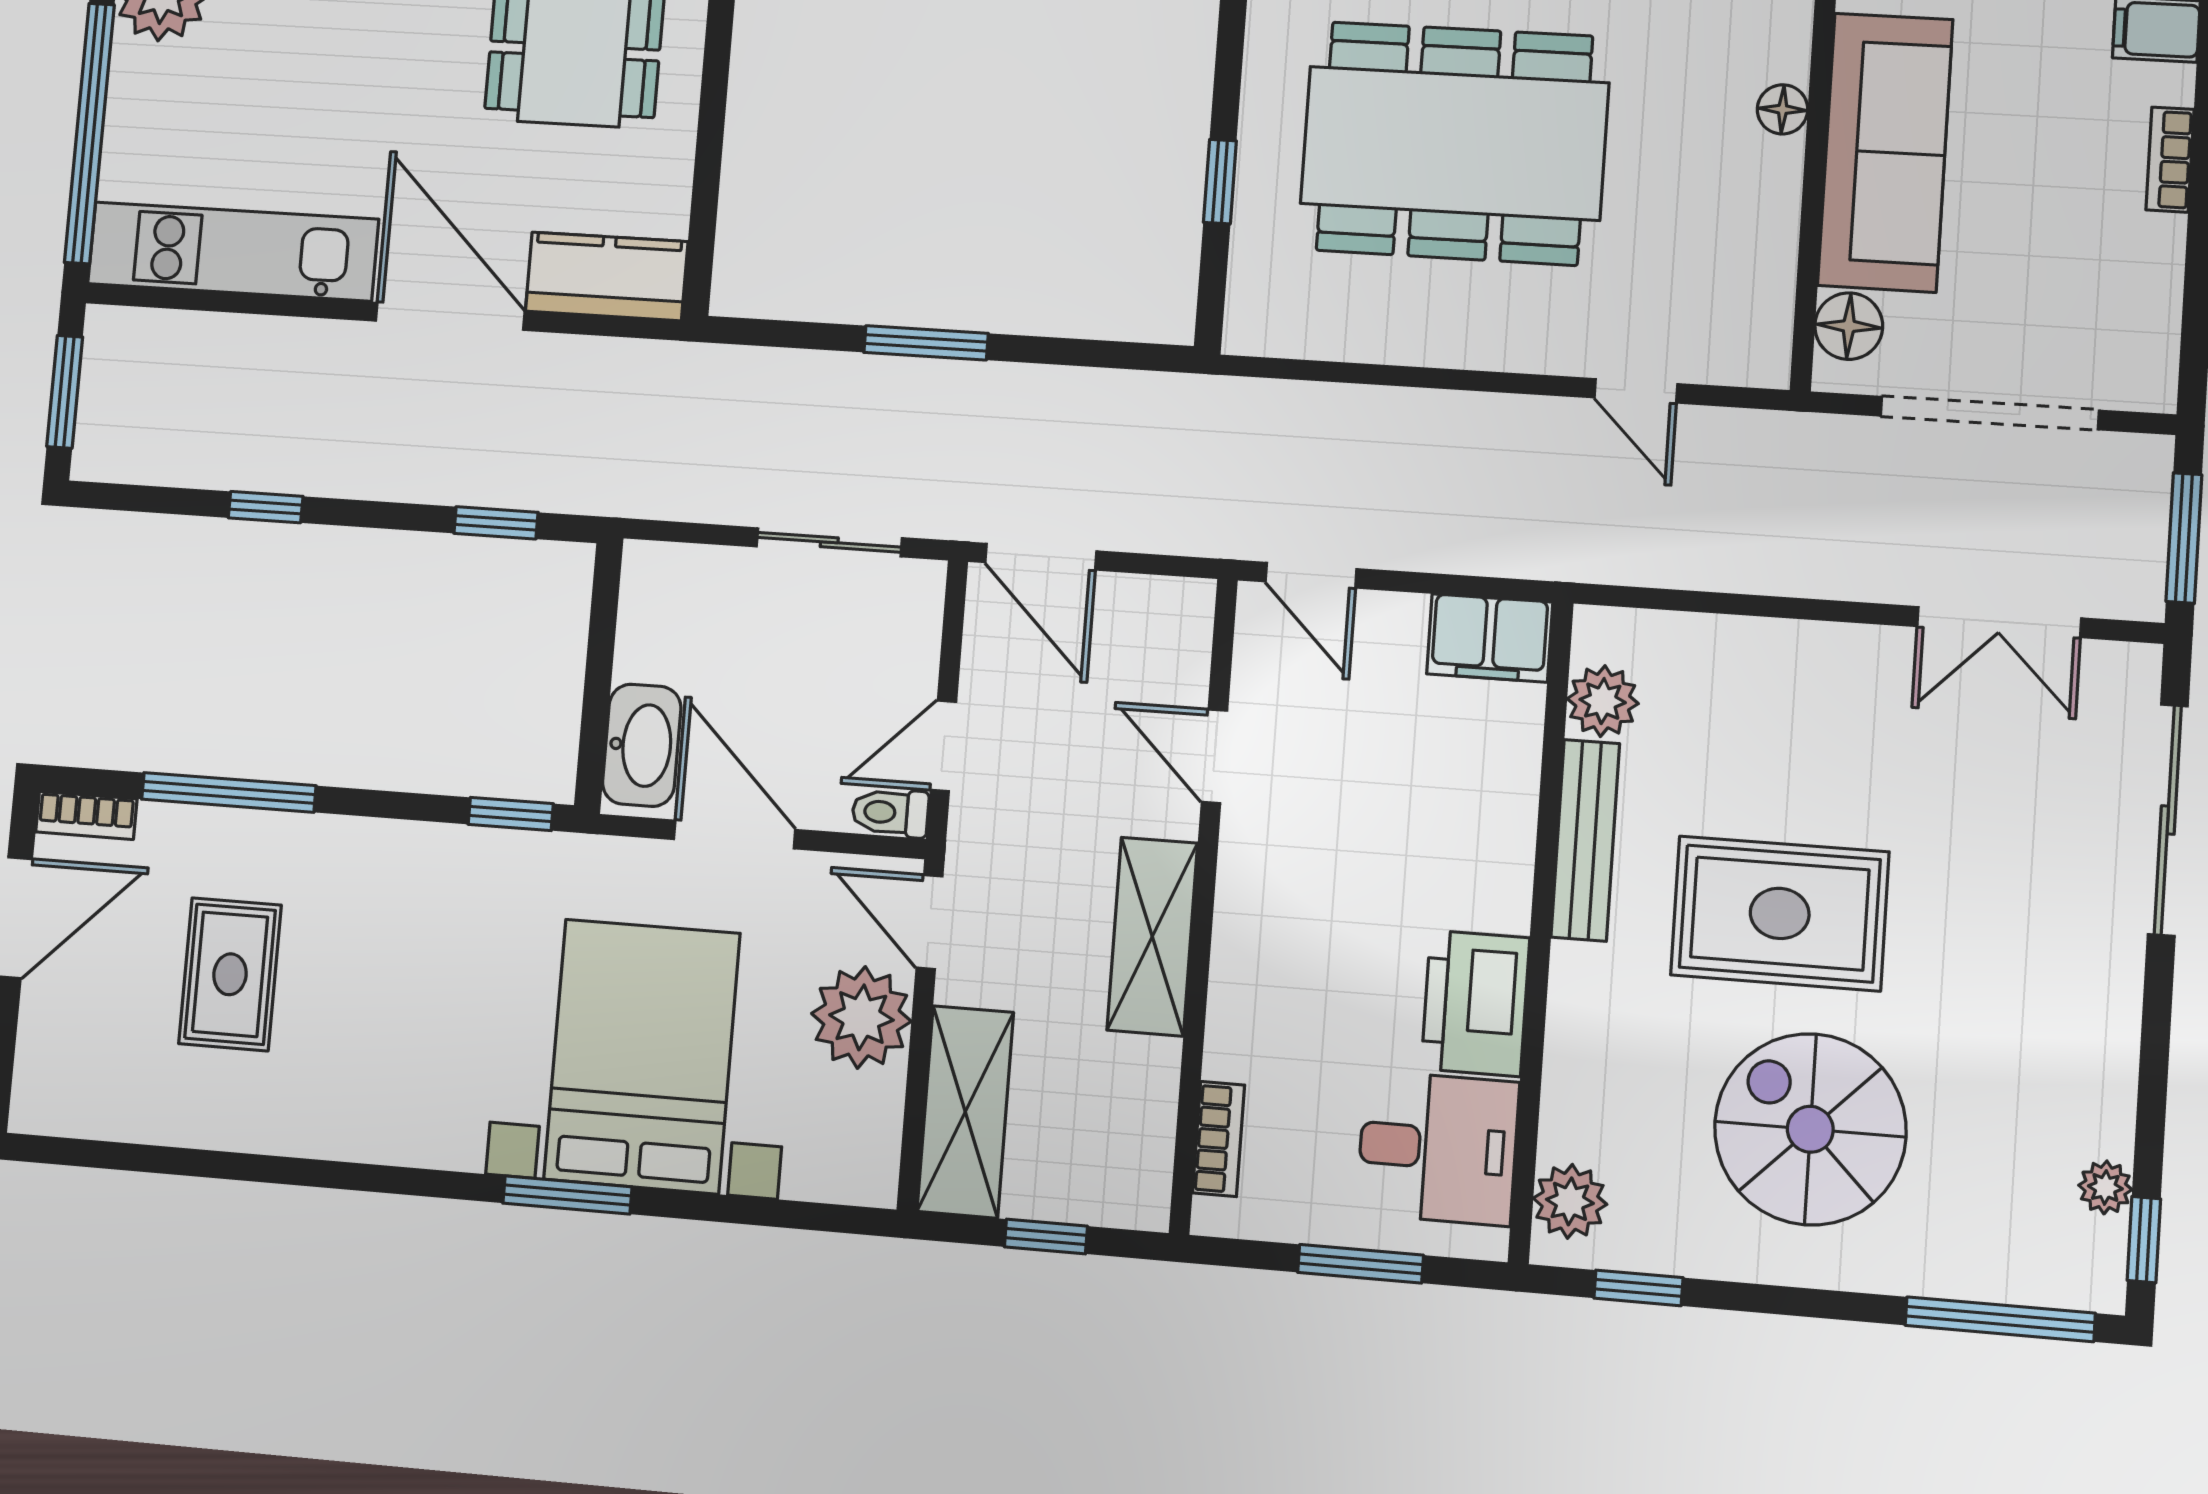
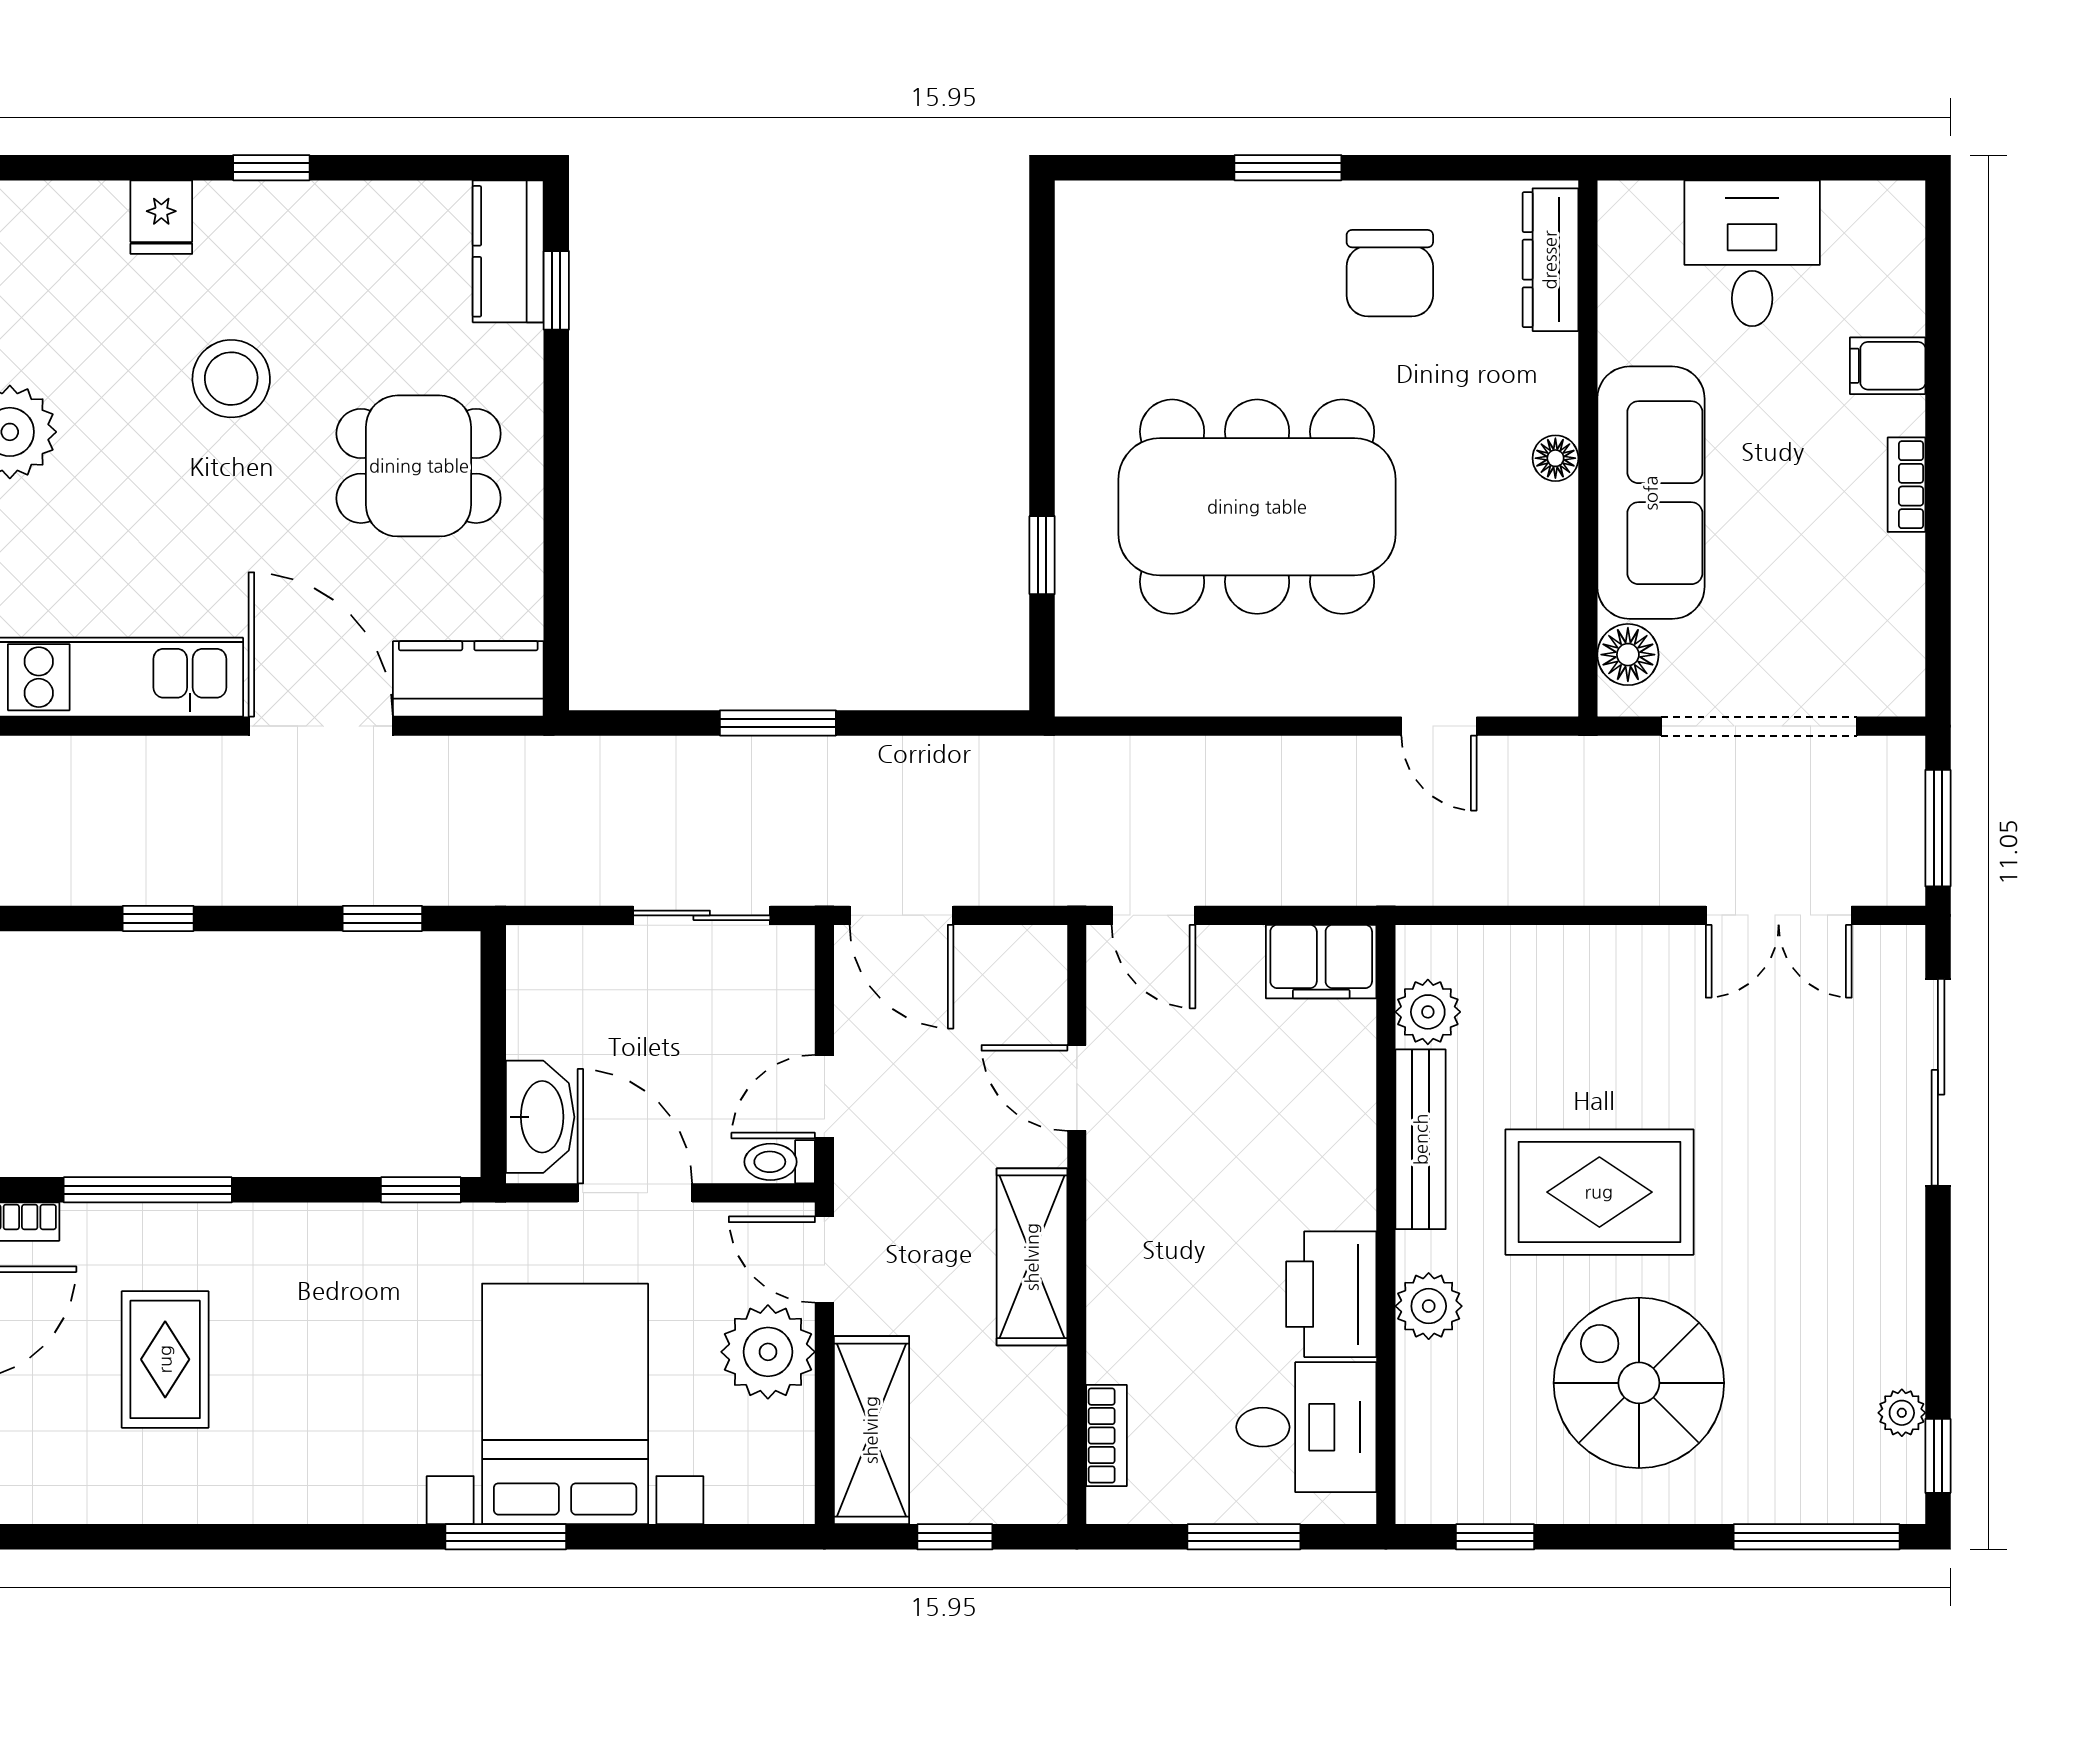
plant: (1570, 1201) -> (1429, 1306), moved

